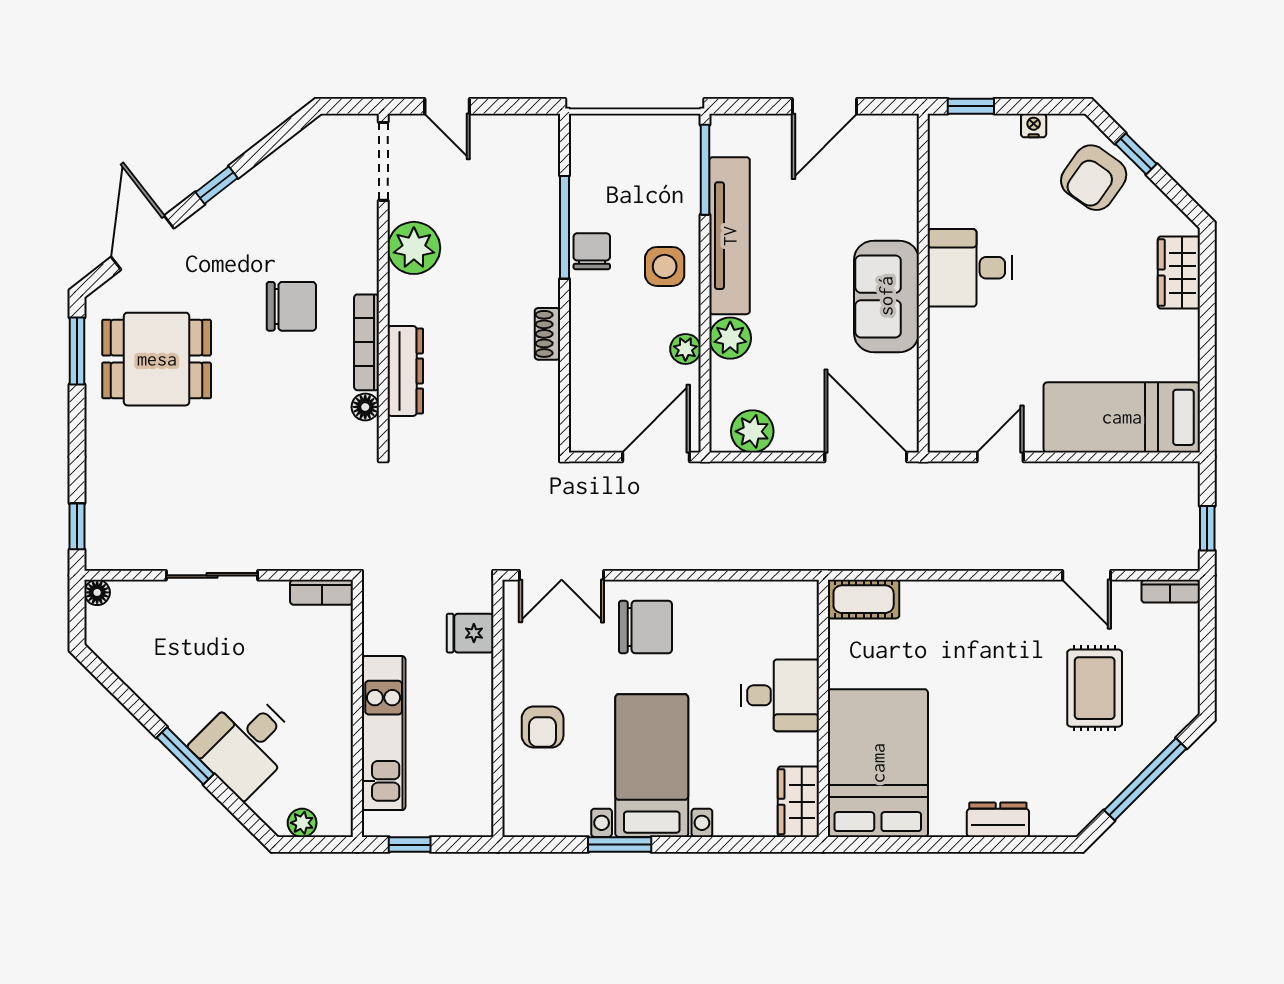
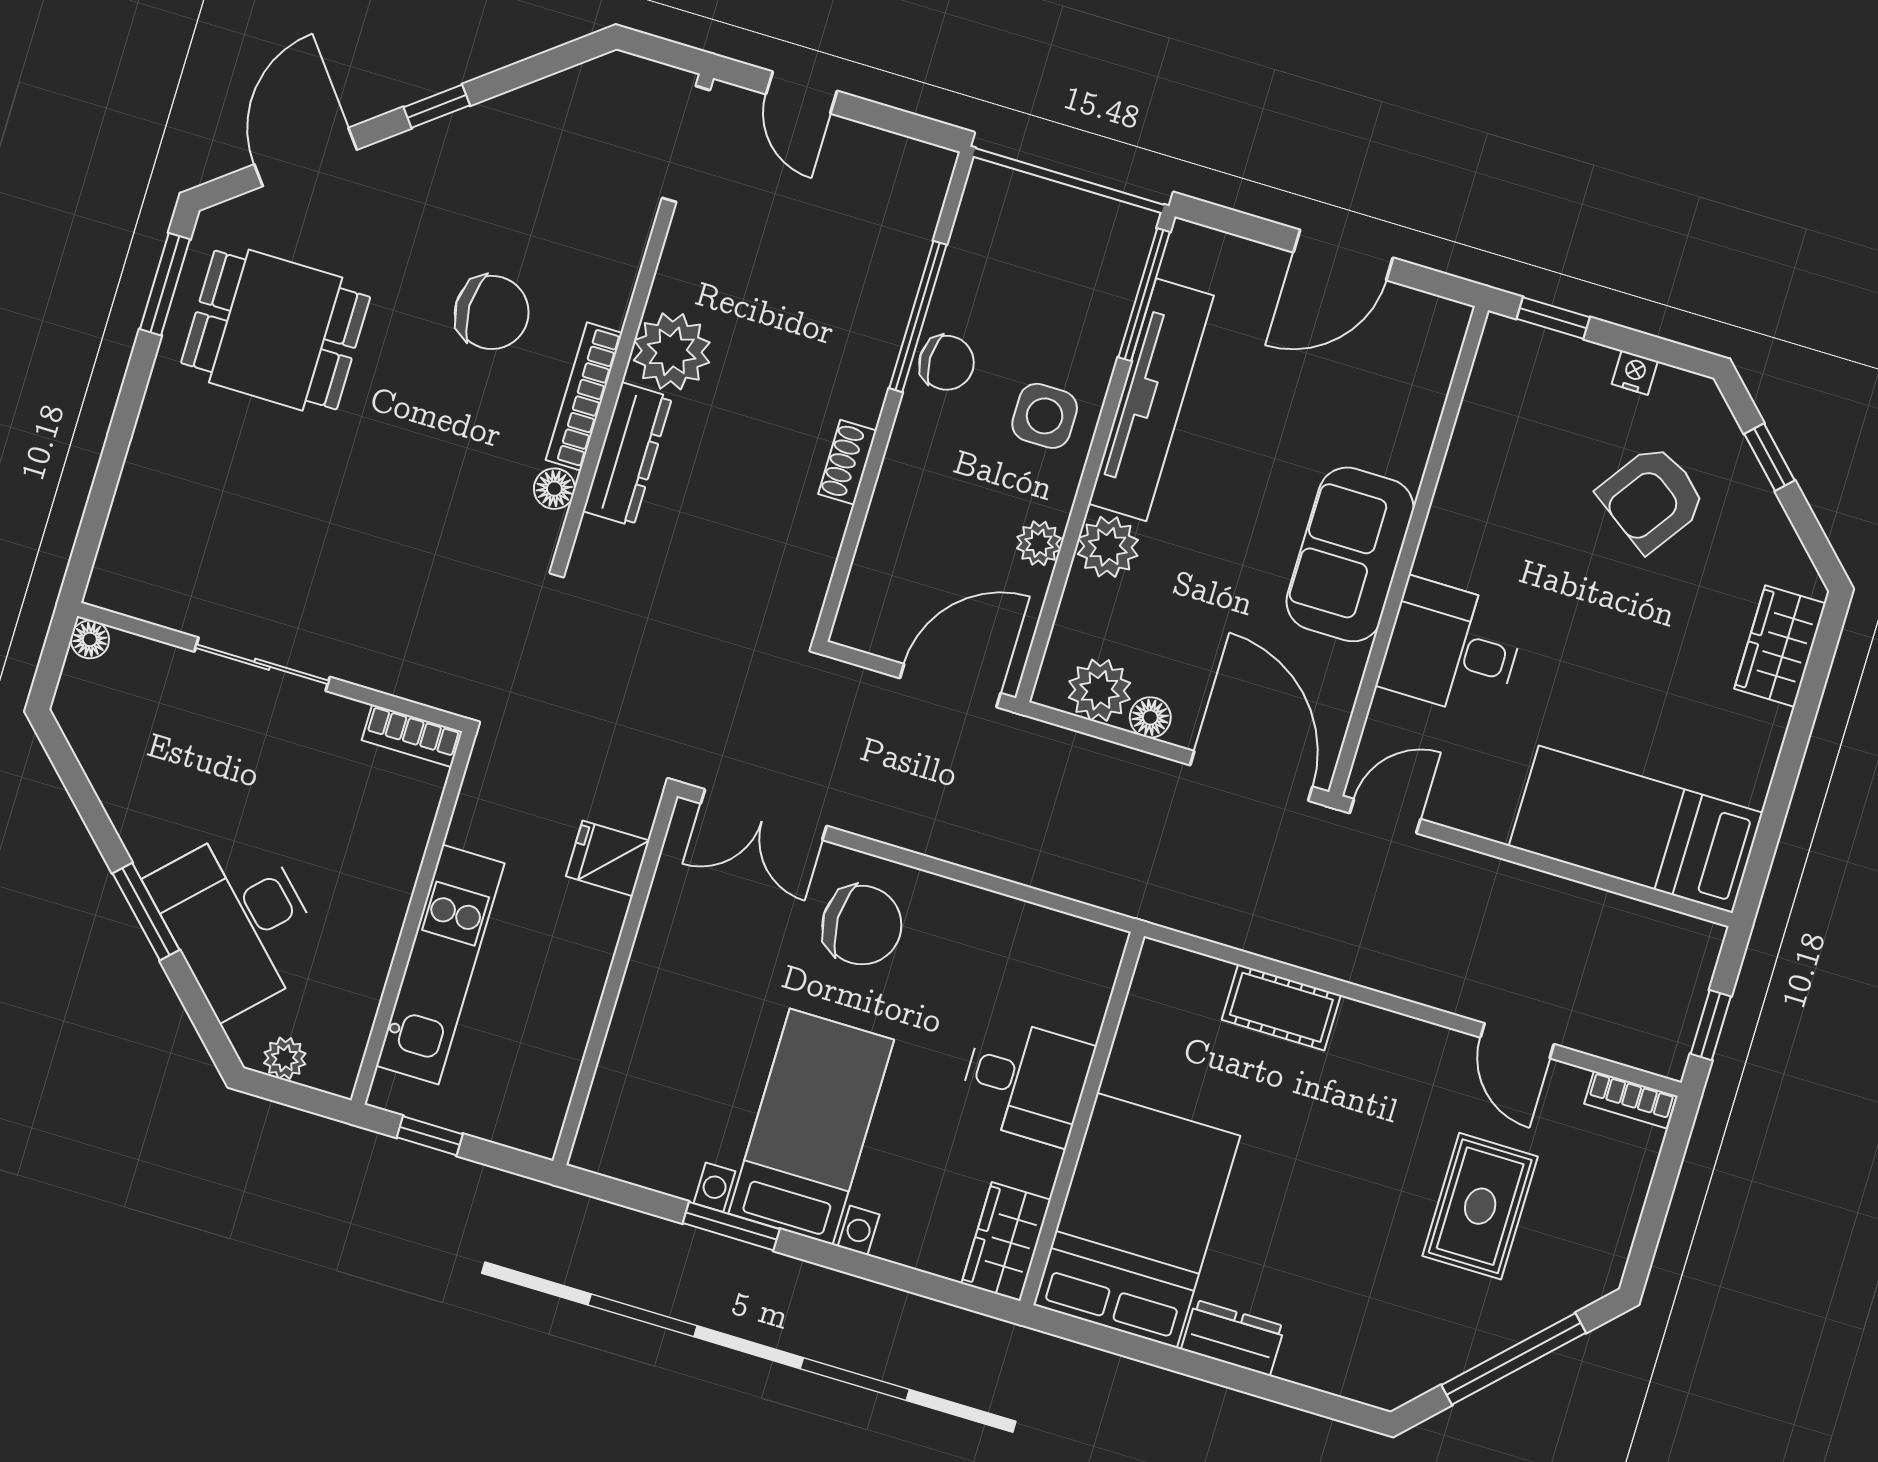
armchair: (1094, 178) -> (1652, 498), moved
plant: (414, 248) -> (672, 351), moved
chair: (592, 251) -> (947, 363), turned 90
desk: (970, 268) -> (1452, 648), moved
floor lamp: (790, 439) -> (1150, 717), added
door: (1000, 457) -> (1385, 816), moved
window: (77, 526) -> (89, 536), removed
cot: (864, 599) -> (1281, 1007), moved
armchair: (543, 727) -> (671, 1024), removed
desk: (245, 744) -> (237, 921), width x1.37
dresser: (998, 820) -> (1233, 1338), moved

